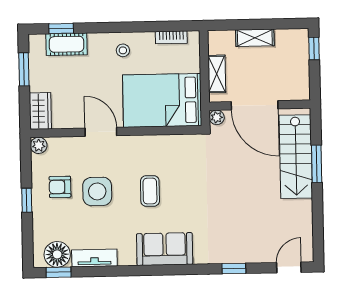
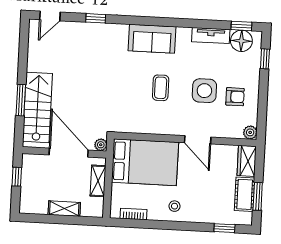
cot: (67, 44) -> (245, 194), moved, turned 90
window: (314, 48) -> (17, 177), moved
window: (27, 200) -> (265, 59), moved

